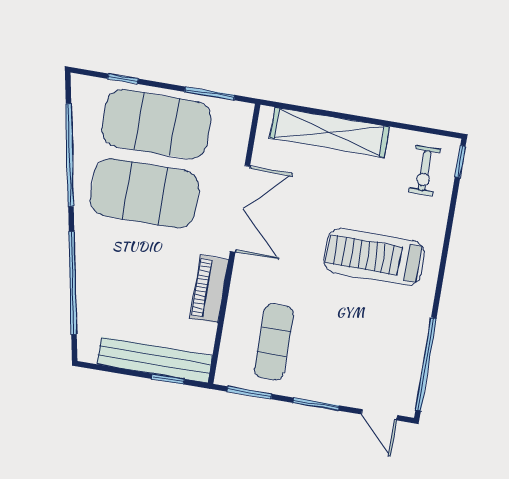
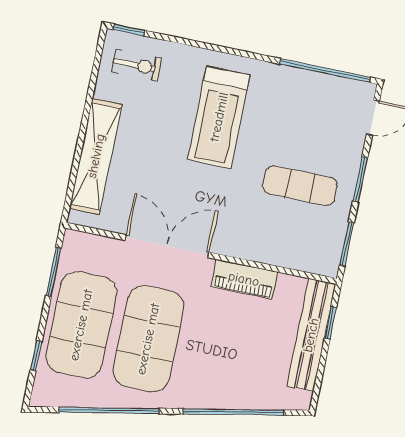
exercise mat: (274, 342) -> (300, 186), moved

